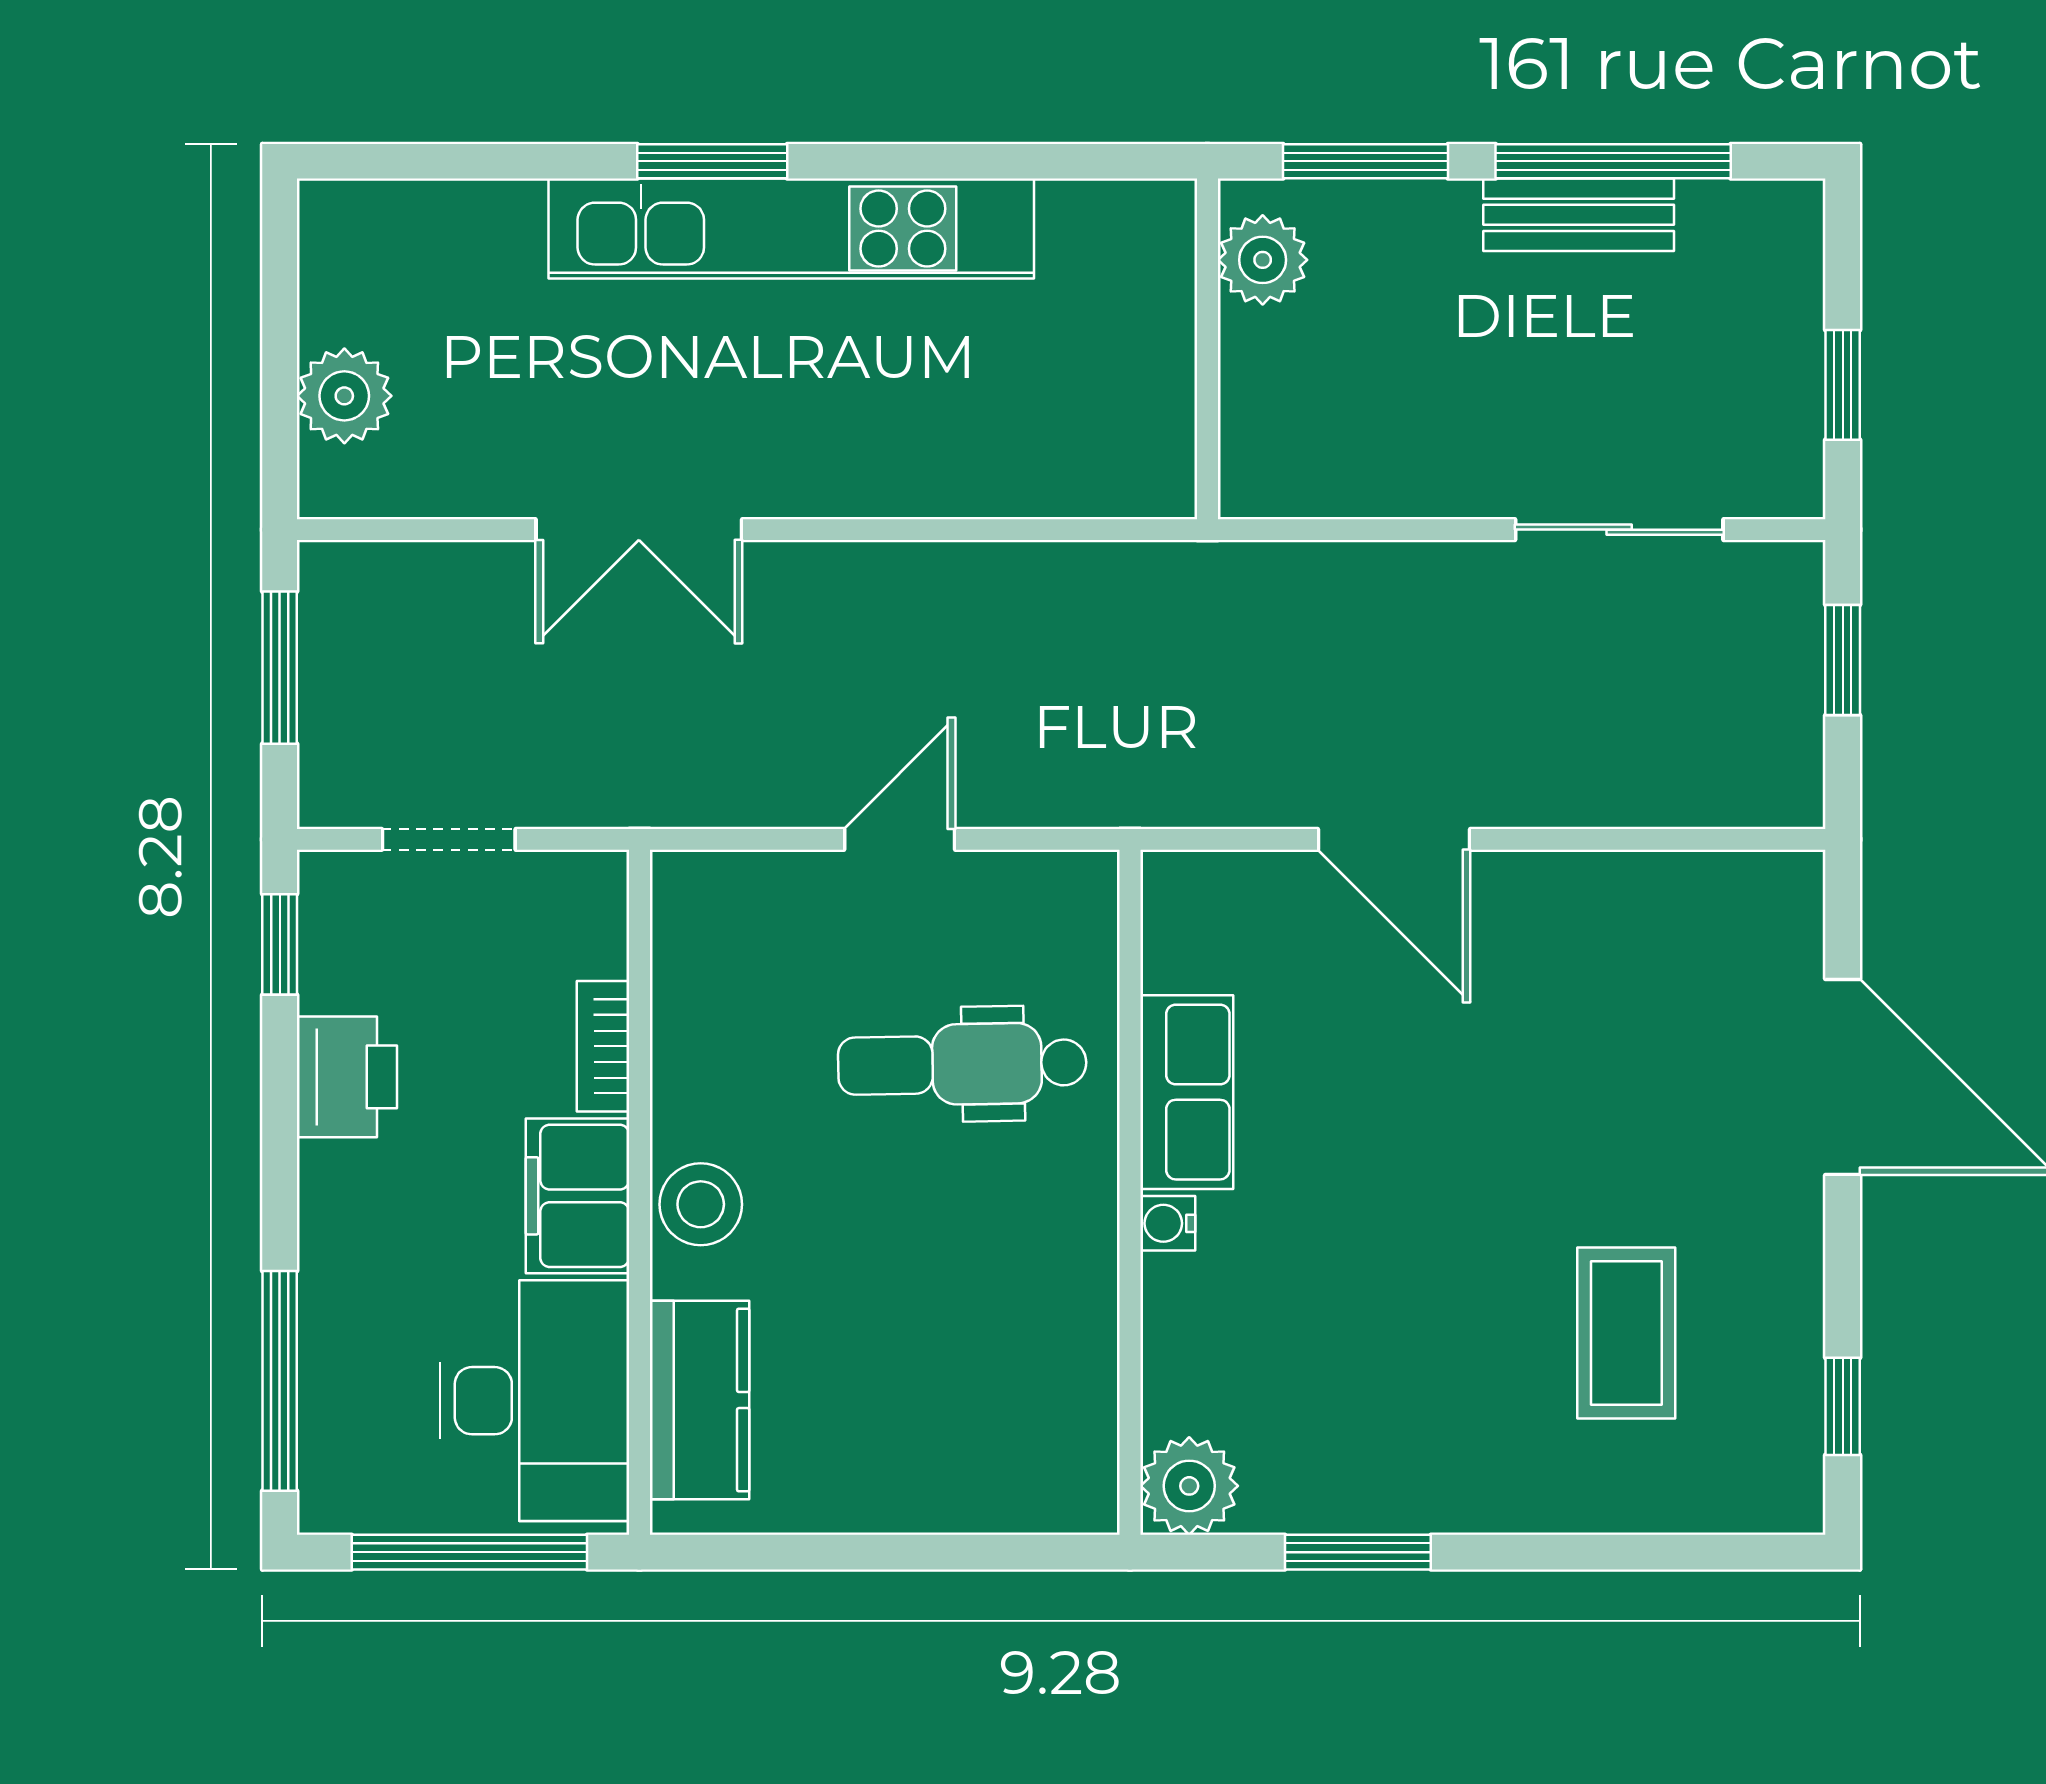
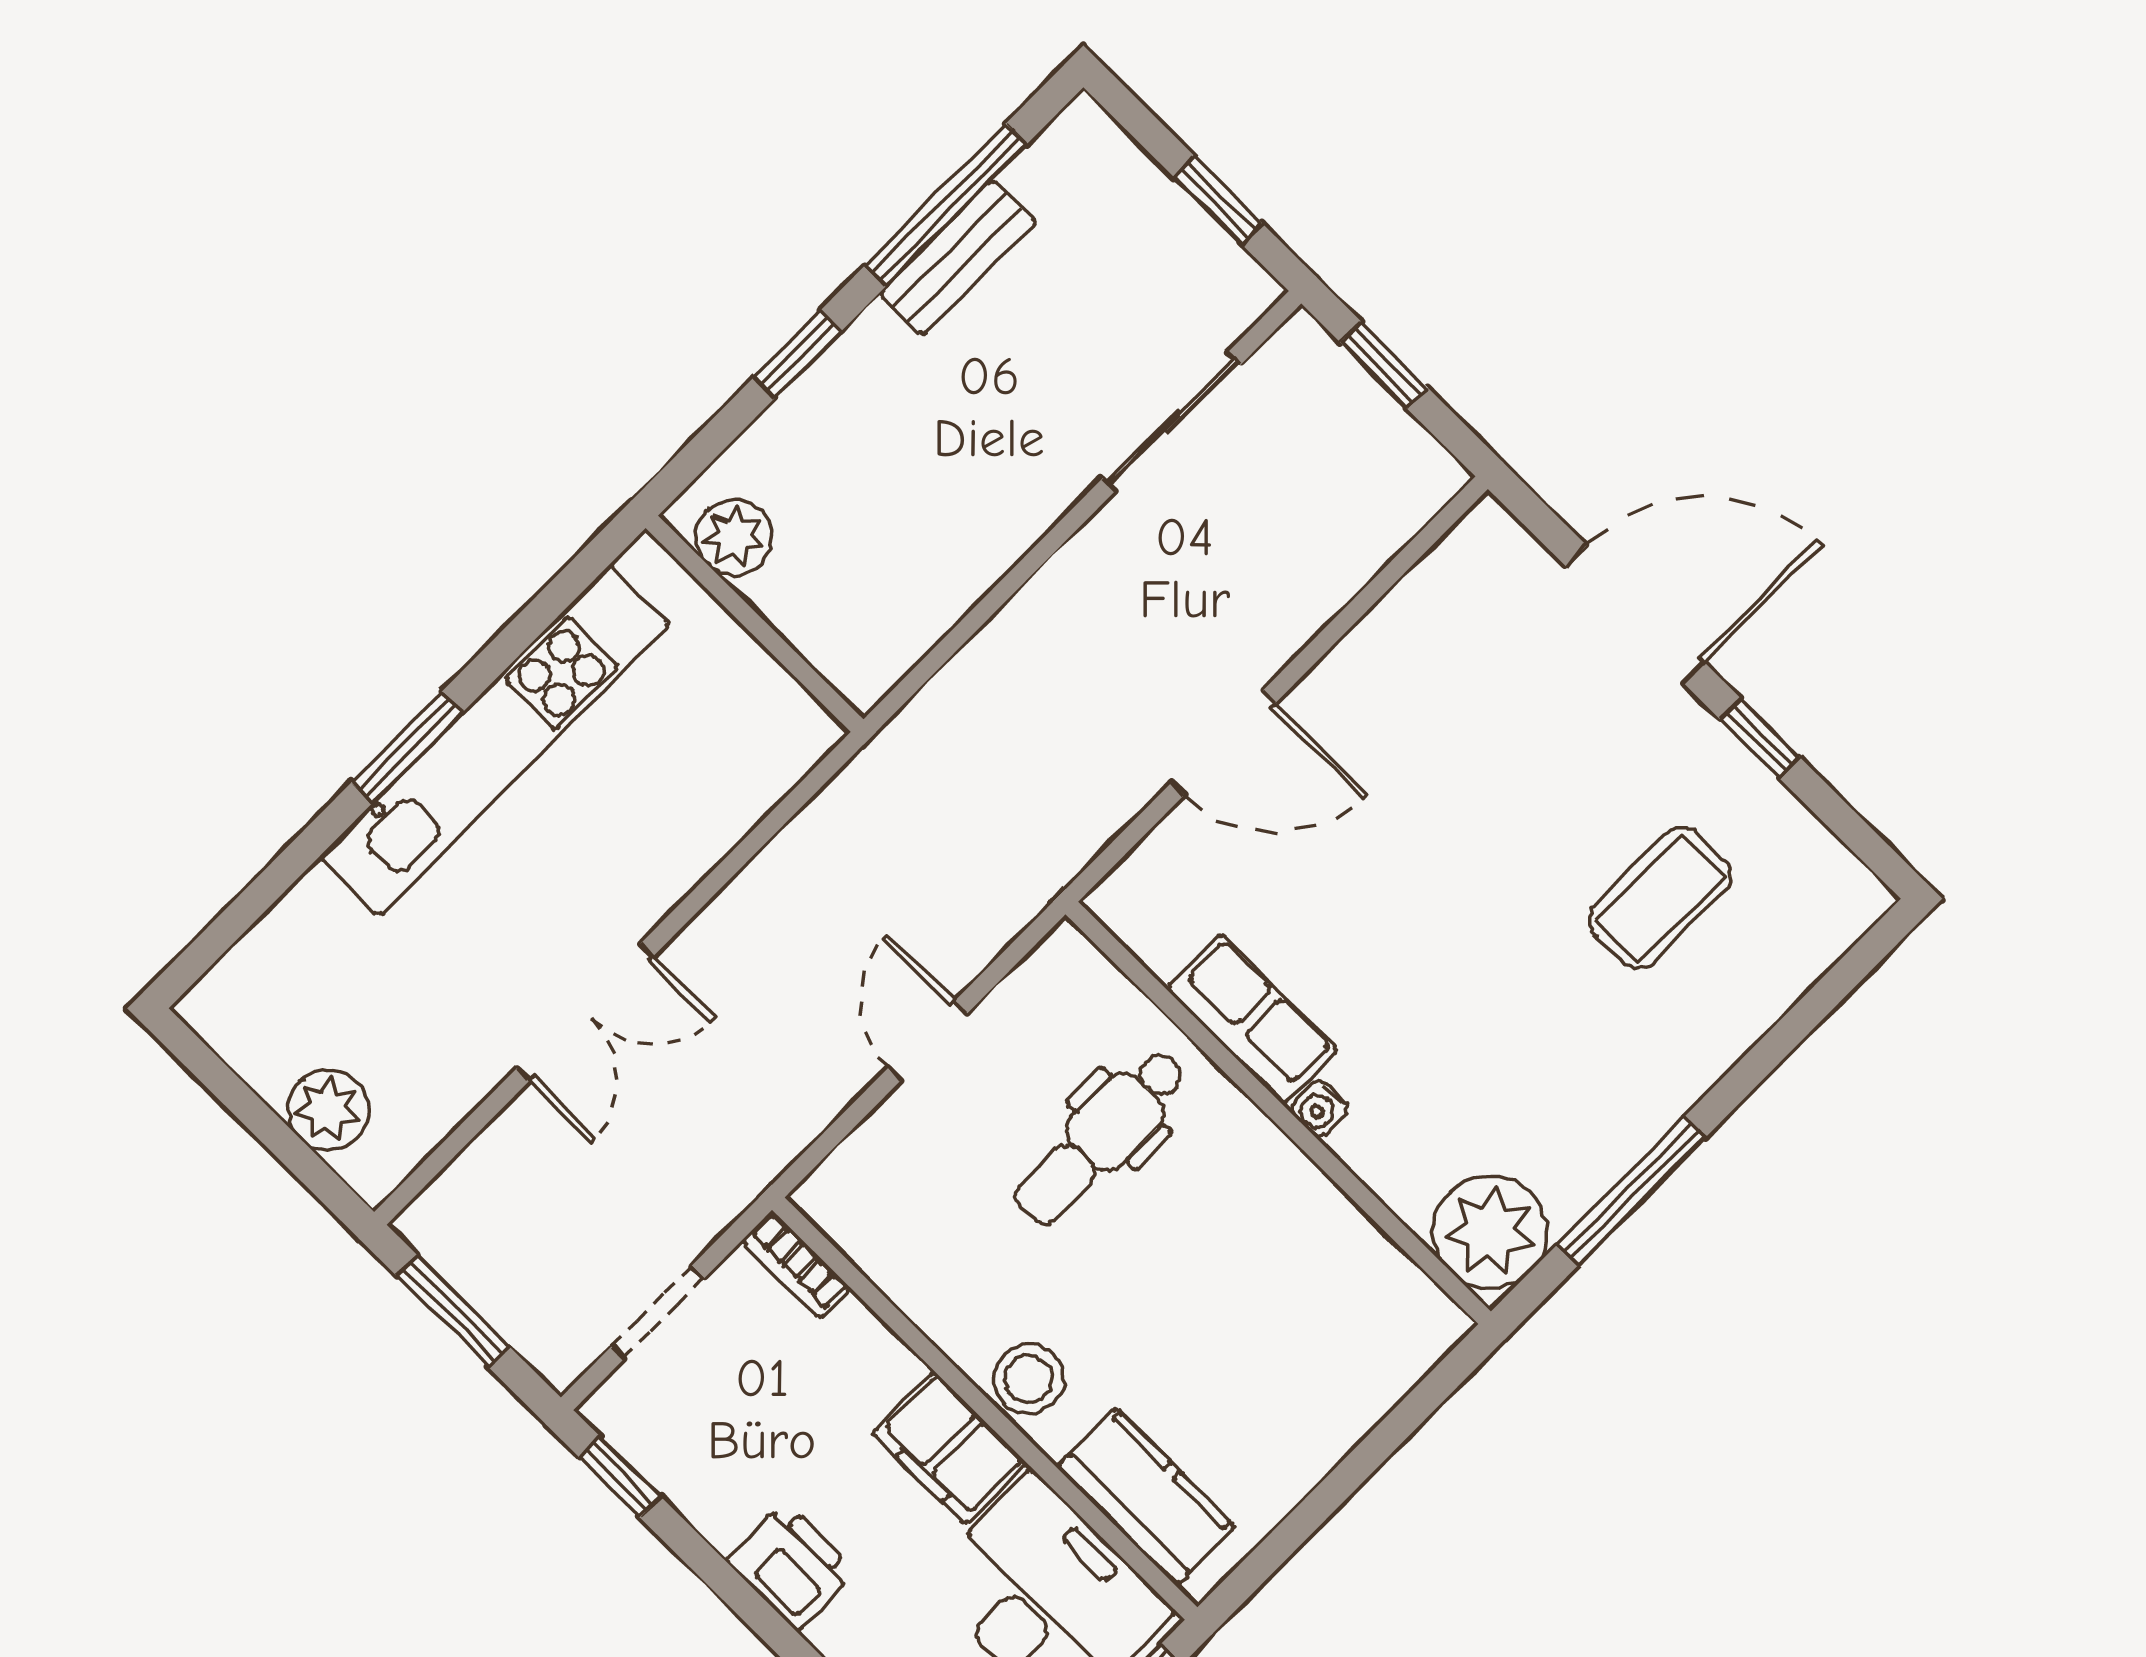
window: (1366, 161) -> (798, 354), width x0.67
plant: (1263, 260) -> (734, 537), moved
wall: (1207, 349) -> (754, 624), moved
bookcase: (603, 1046) -> (796, 1265), moved
printer: (347, 1077) -> (791, 1566), moved
coffee table: (1626, 1333) -> (1660, 898), turned 90
window: (1843, 1406) -> (1760, 738), moved
plant: (1189, 1486) -> (1491, 1232), width x1.36, depth x1.36
window: (1358, 1552) -> (1631, 1191), width x1.44

